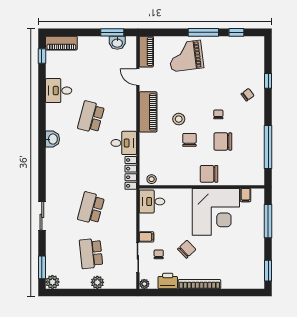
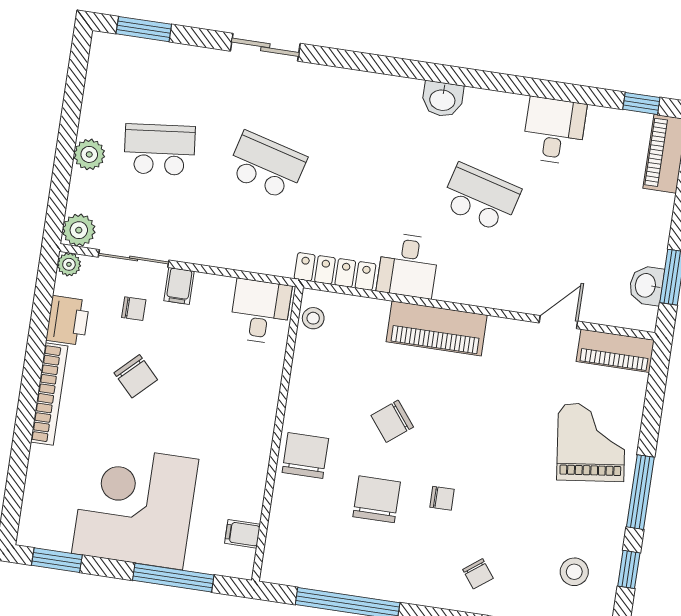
piano: (148, 112) -> (437, 328), moved
stool: (179, 119) -> (574, 572), moved
chair: (189, 140) -> (392, 421), turned 142
corner desk: (216, 212) -> (135, 506), moved, turned 90
plant: (52, 282) -> (79, 230), moved

